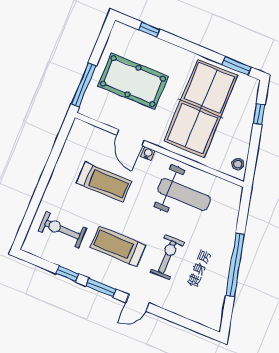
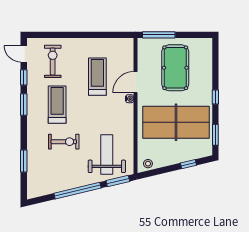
window: (149, 30) -> (215, 97), moved
treadmill: (104, 182) -> (97, 77), turned 180
weight bench: (184, 194) -> (107, 154), moved, turned 180
window: (244, 210) -> (118, 181), added
door: (137, 303) -> (24, 54), moved
window: (171, 317) -> (24, 161), added

